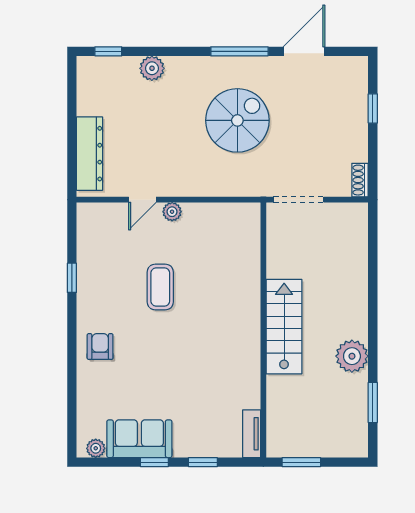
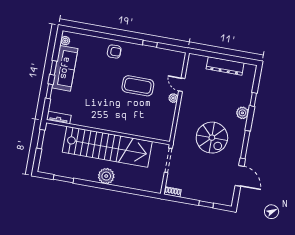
window: (108, 51) -> (253, 99), moved
plant: (152, 68) -> (242, 113), moved
dresser: (89, 154) -> (225, 66), moved
coffee table: (160, 287) -> (138, 86), width x1.36, depth x1.32
stairs: (284, 327) -> (107, 147), width x1.86, depth x1.51
plant: (352, 356) -> (106, 176), moved
sofa: (139, 439) -> (65, 68), width x1.36

